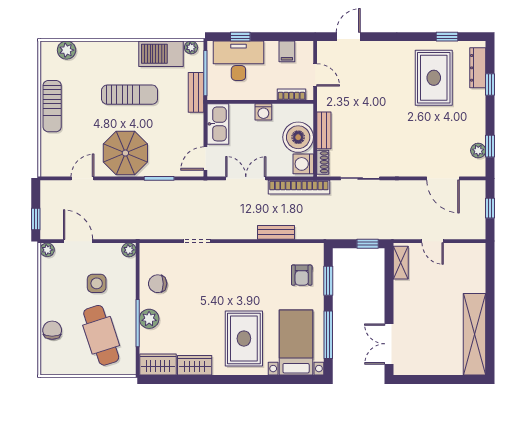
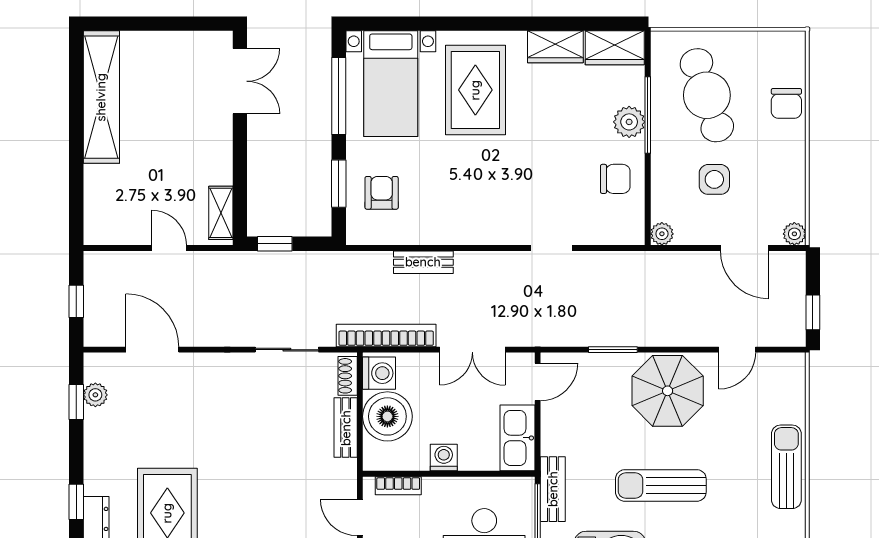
window: (36, 219) -> (813, 312), moved

